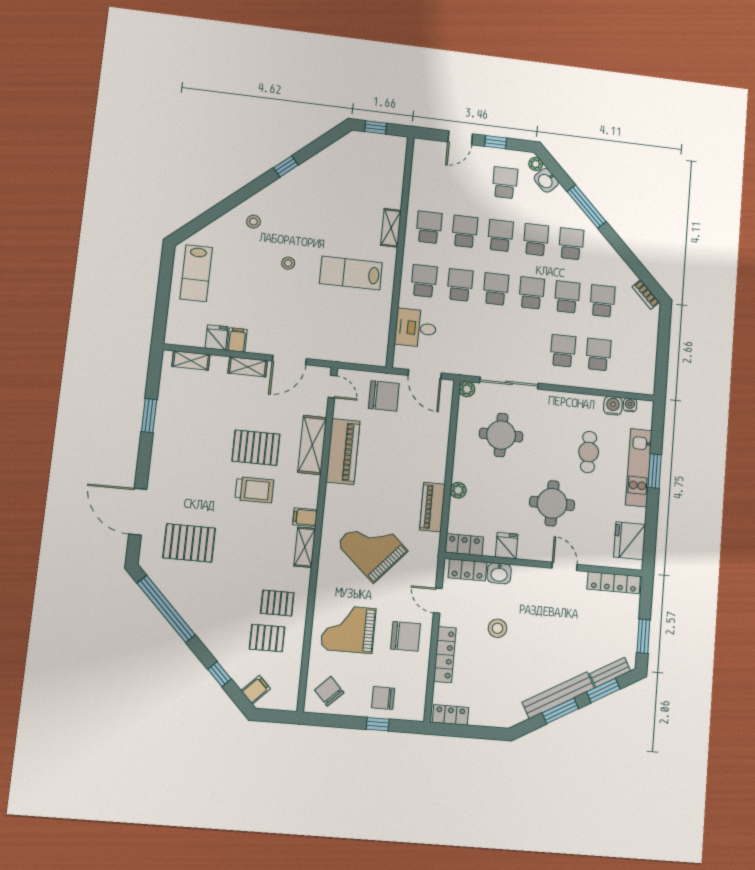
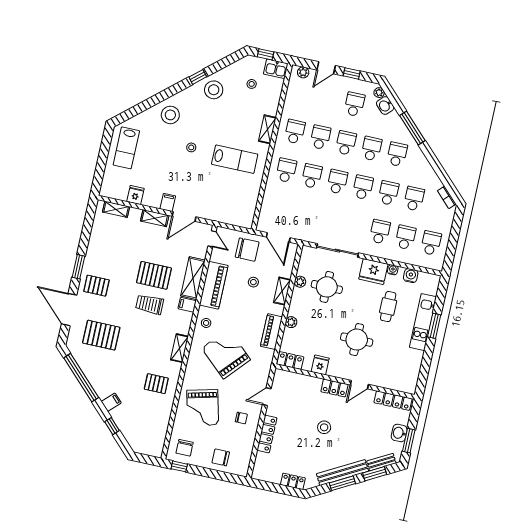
kitchen sink: (392, 145) -> (276, 69), added
plant: (430, 147) -> (303, 72), added
stool: (362, 169) -> (252, 84), added
stool: (310, 182) -> (214, 90), added
stool: (253, 222) -> (170, 115), width x1.89, depth x1.89
lab bench: (351, 273) -> (235, 159), turned 180
desk: (416, 328) -> (276, 204), removed
filing cabinet: (237, 340) -> (168, 202), moved
school desk: (634, 358) -> (431, 243), added
plant: (467, 389) -> (300, 282), moved
water cooler: (630, 405) -> (393, 270), moved
window: (149, 416) -> (79, 267), moved
stool: (398, 440) -> (253, 282), added
shelving: (440, 448) -> (282, 291), added
trolley: (254, 490) -> (150, 304), turned 180
stool: (339, 506) -> (206, 323), added
filing cabinet: (305, 517) -> (187, 305), moved
fridge: (630, 541) -> (373, 272), moved, turned -90
door: (564, 566) -> (359, 385), swing flipped
locker: (467, 570) -> (334, 388), moved
washbasin: (499, 573) -> (399, 433), moved, turned 90
door: (438, 601) -> (267, 397), hinge flipped
stool: (497, 628) -> (324, 427), moved
grand piano: (348, 629) -> (203, 408), turned -104
chair: (406, 636) -> (241, 418), width x0.54, depth x0.54
pallet: (267, 638) -> (96, 286), moved
filing cabinet: (256, 690) -> (111, 402), moved
chair: (329, 691) -> (185, 448), turned -136
locker: (451, 715) -> (293, 481), moved
window: (378, 724) -> (179, 466), moved

